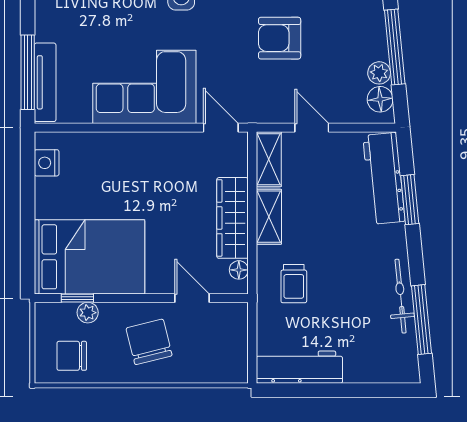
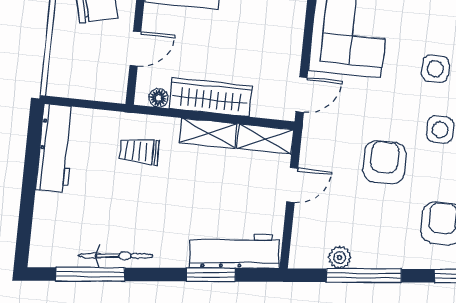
floor lamp: (380, 99) -> (313, 256), removed

